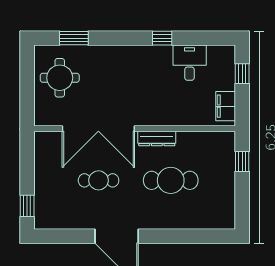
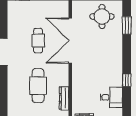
dresser: (157, 139) -> (64, 98), moved

